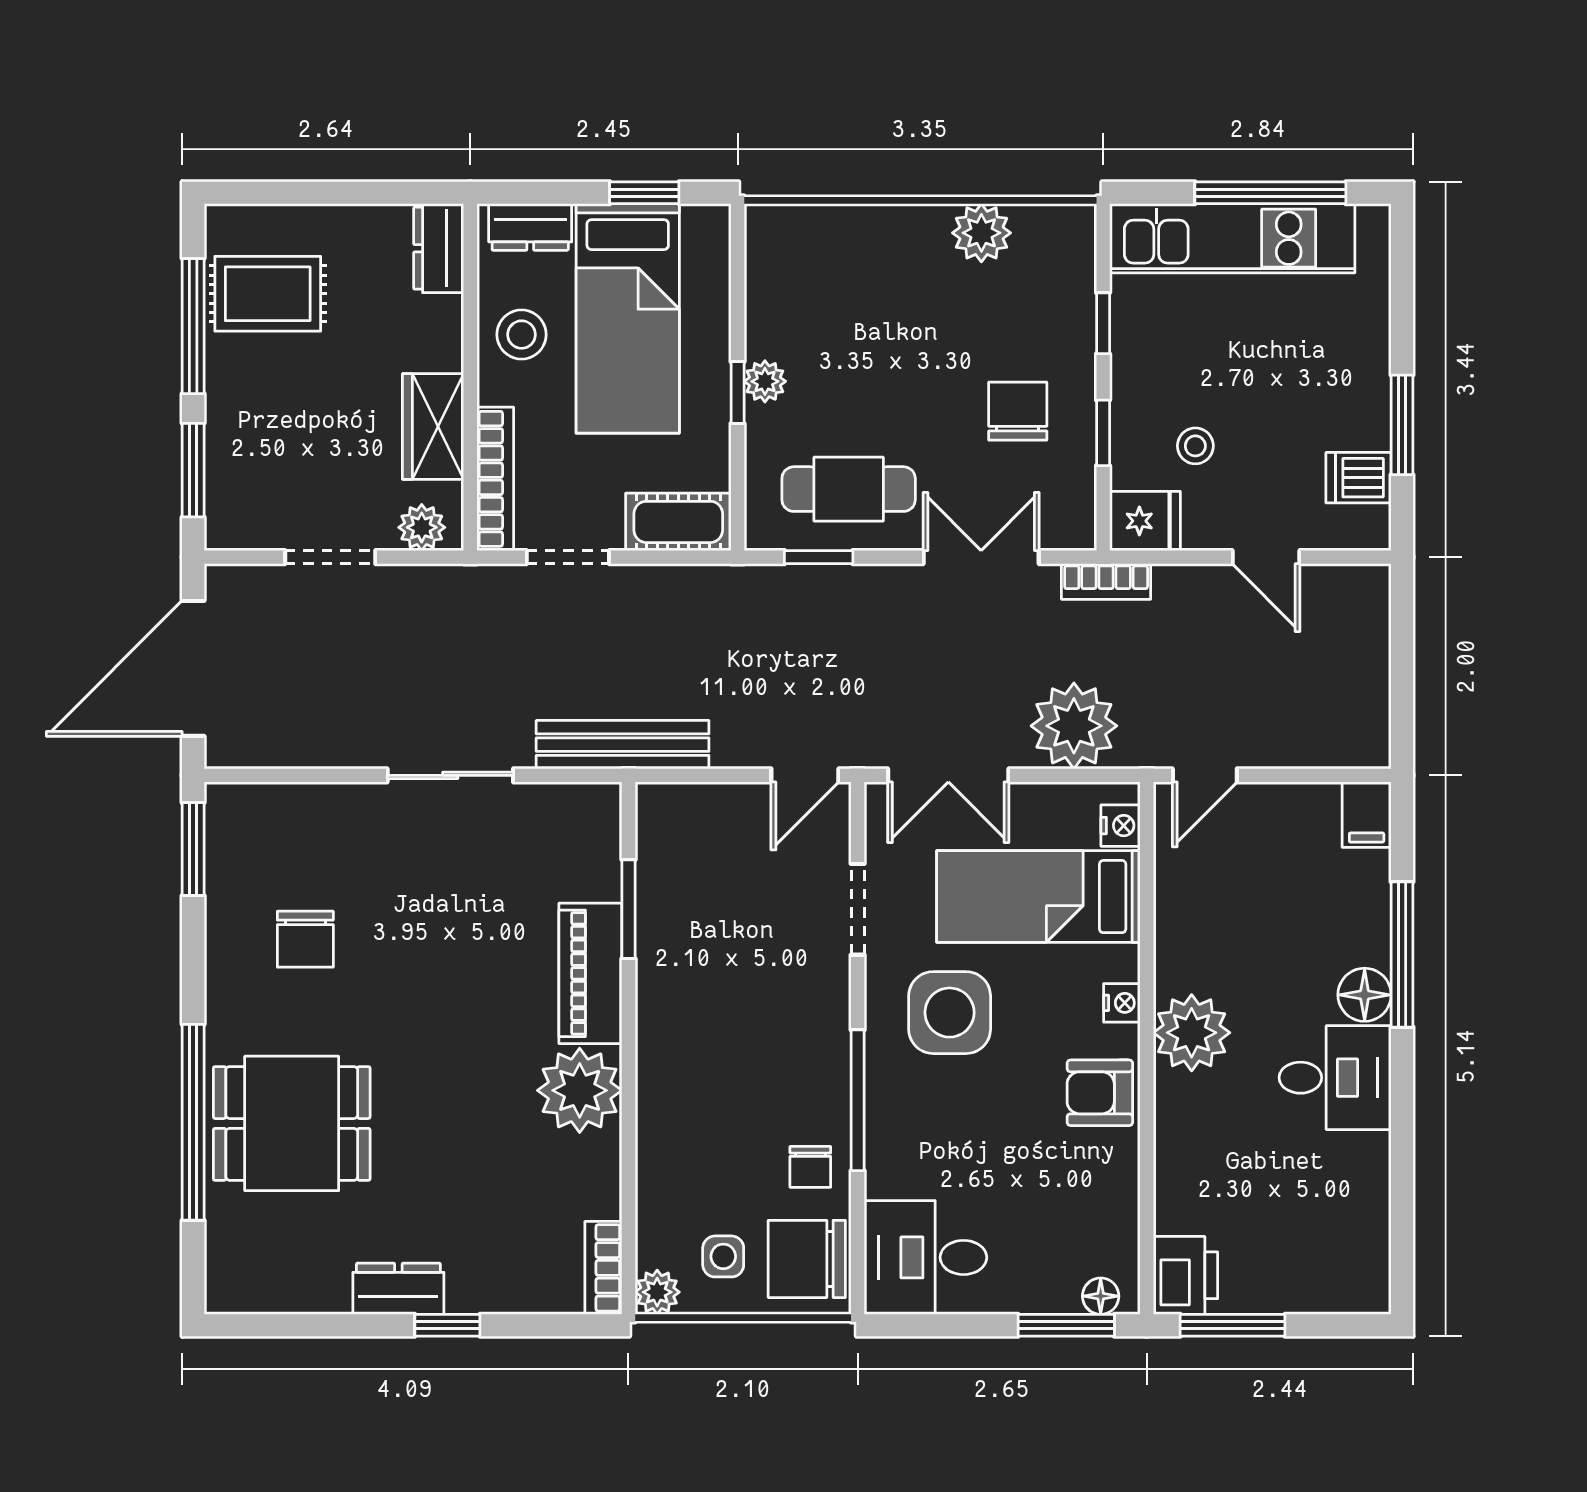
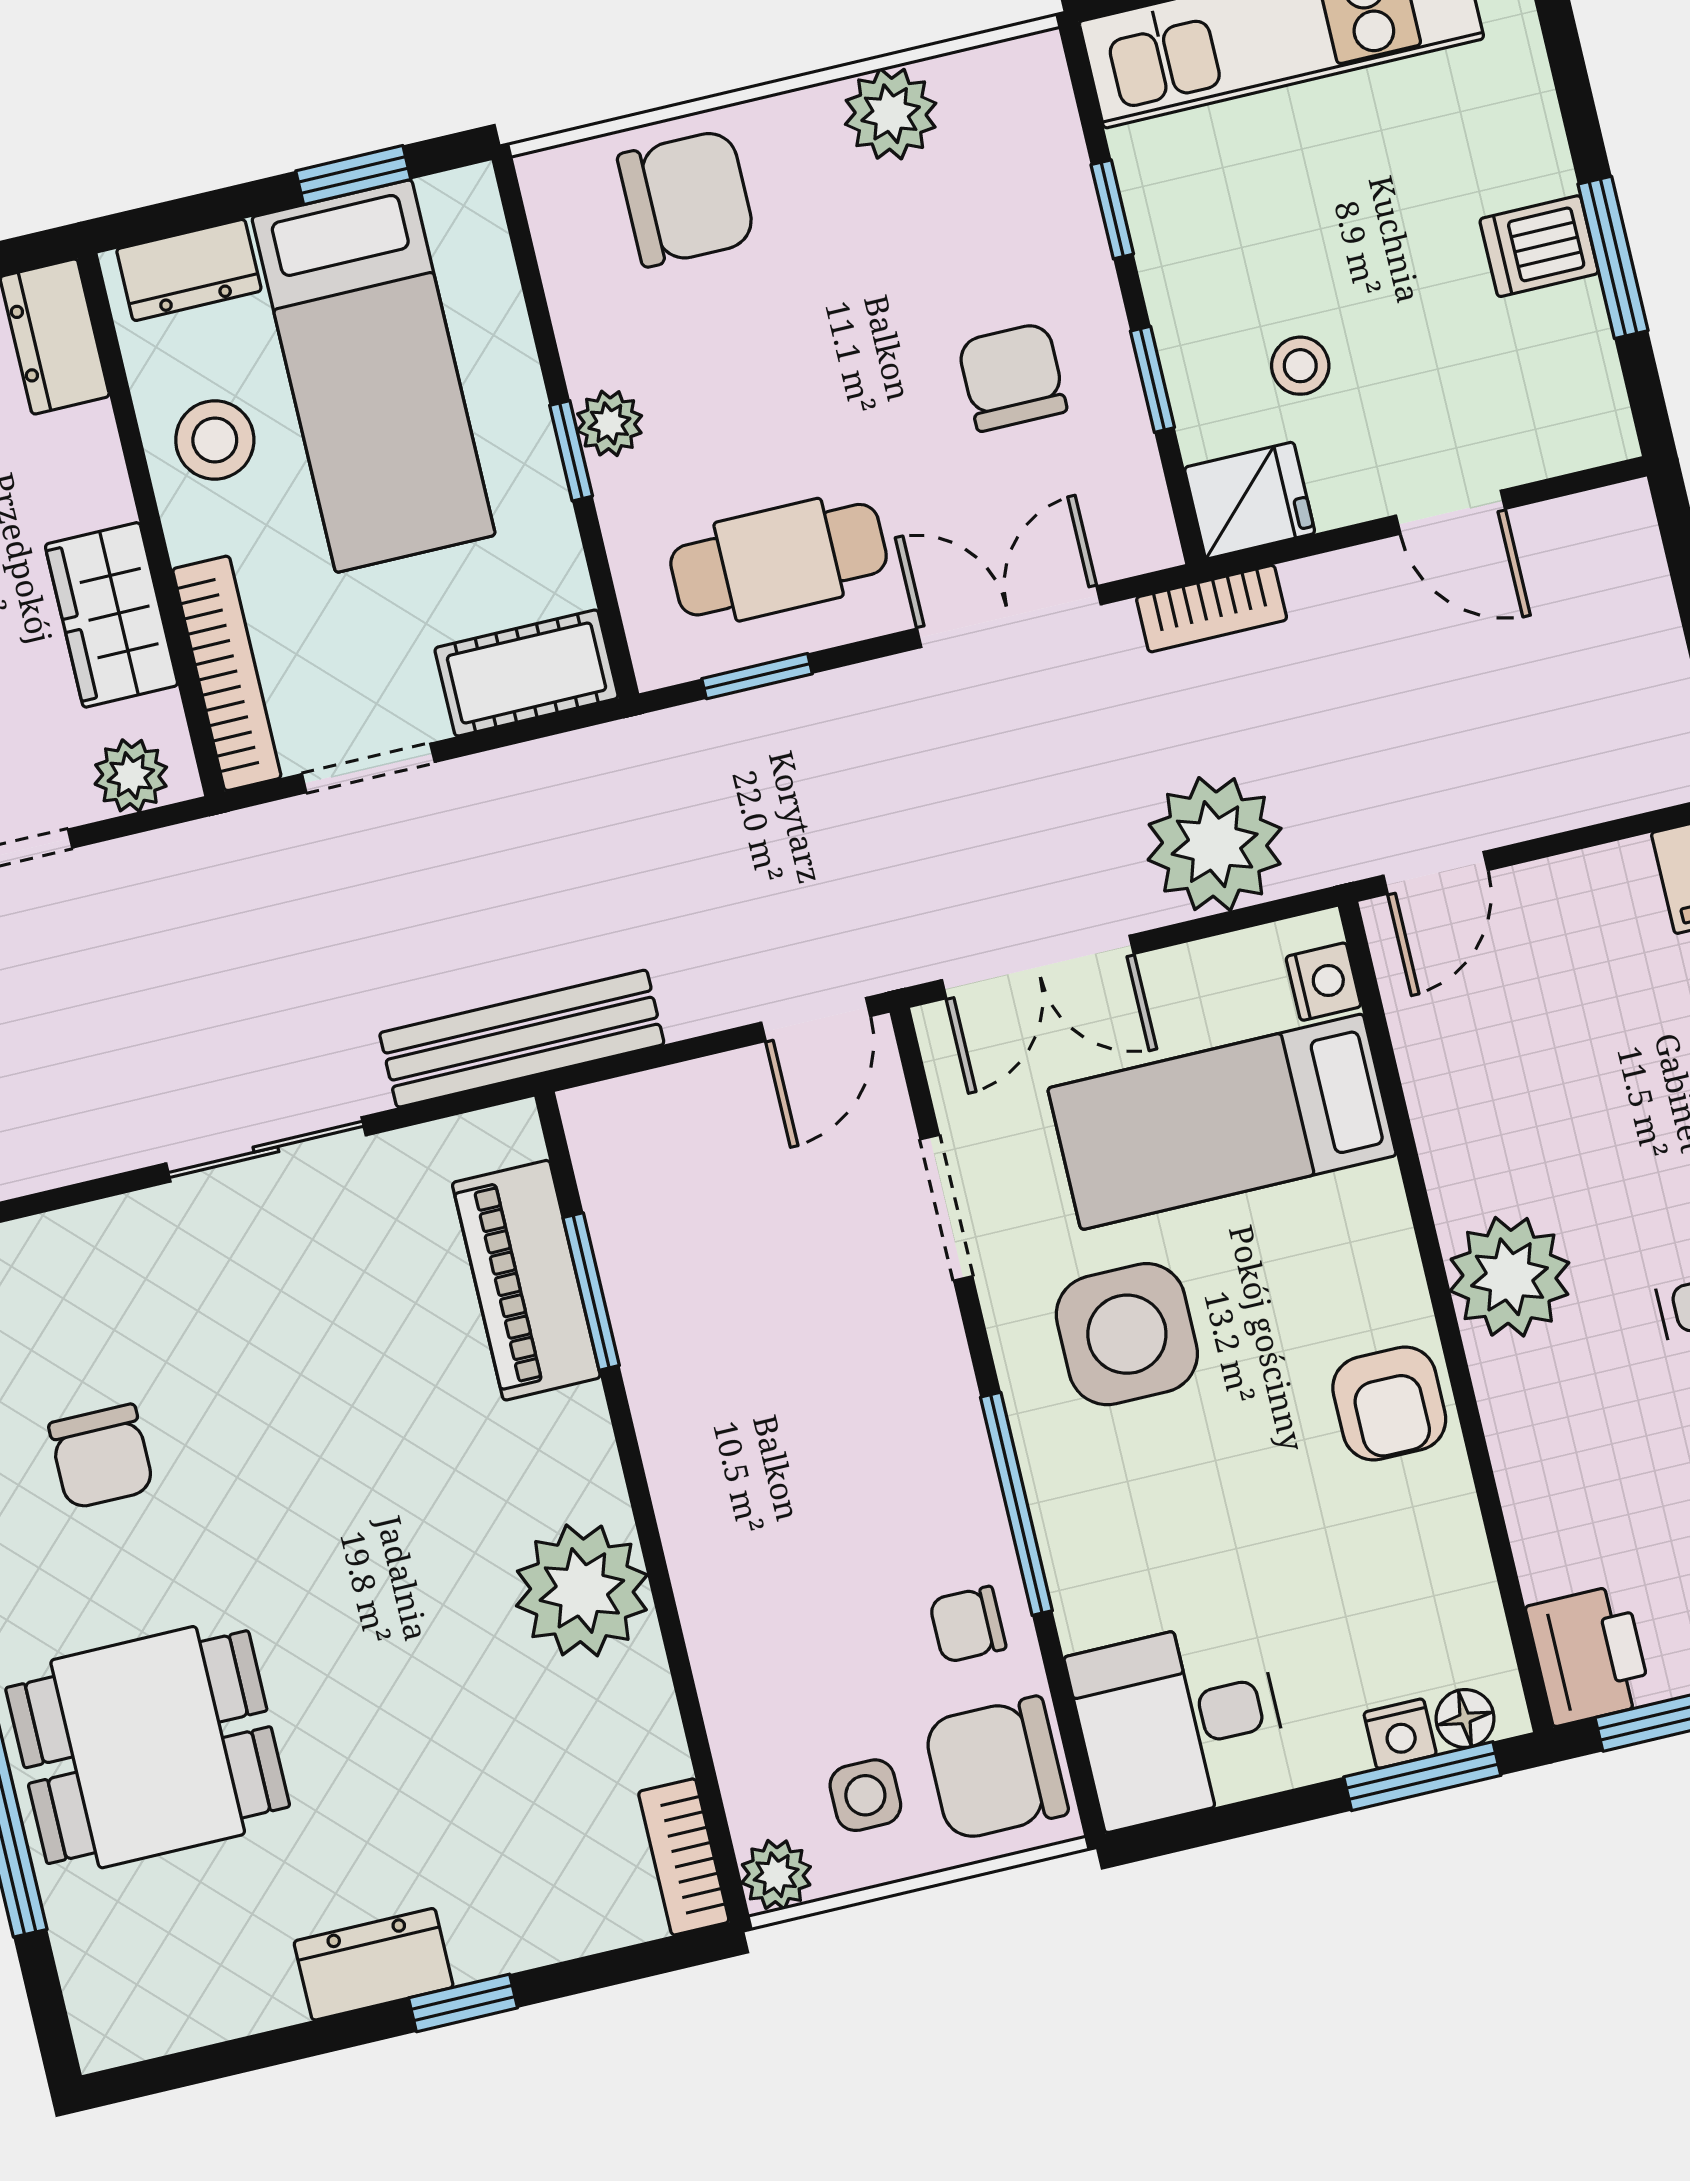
chair: (845, 255) -> (686, 198), added
dishwasher: (1359, 478) -> (1539, 246), moved
piano: (590, 973) -> (526, 1280), moved
nightstand: (1122, 1003) -> (1400, 1734), moved, turned 90
armchair: (1100, 1093) -> (1389, 1404), turned -90
chair: (810, 1167) -> (968, 1624), turned 90

